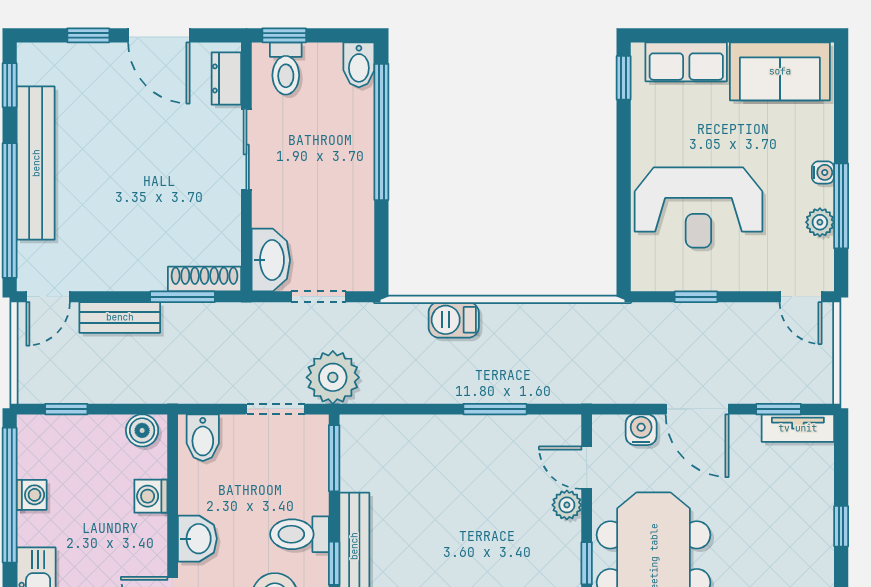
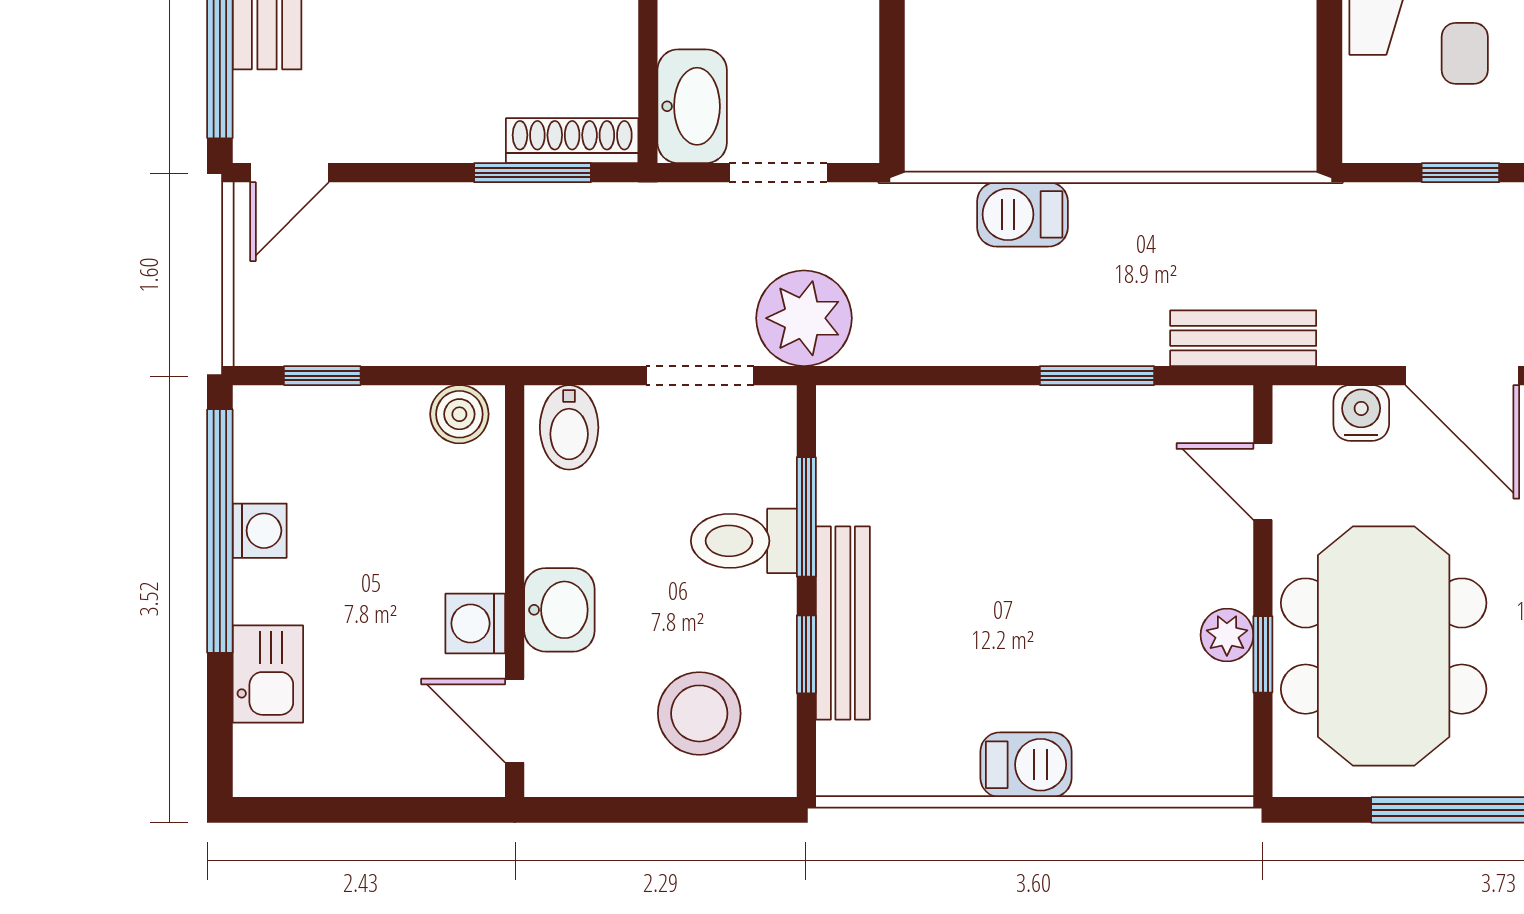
bench: (120, 317) -> (1243, 338), moved
window: (334, 458) -> (806, 517), moved
washing machine: (151, 496) -> (475, 623), moved
plant: (567, 505) -> (1227, 635), moved
toilet: (299, 534) -> (744, 541), moved

